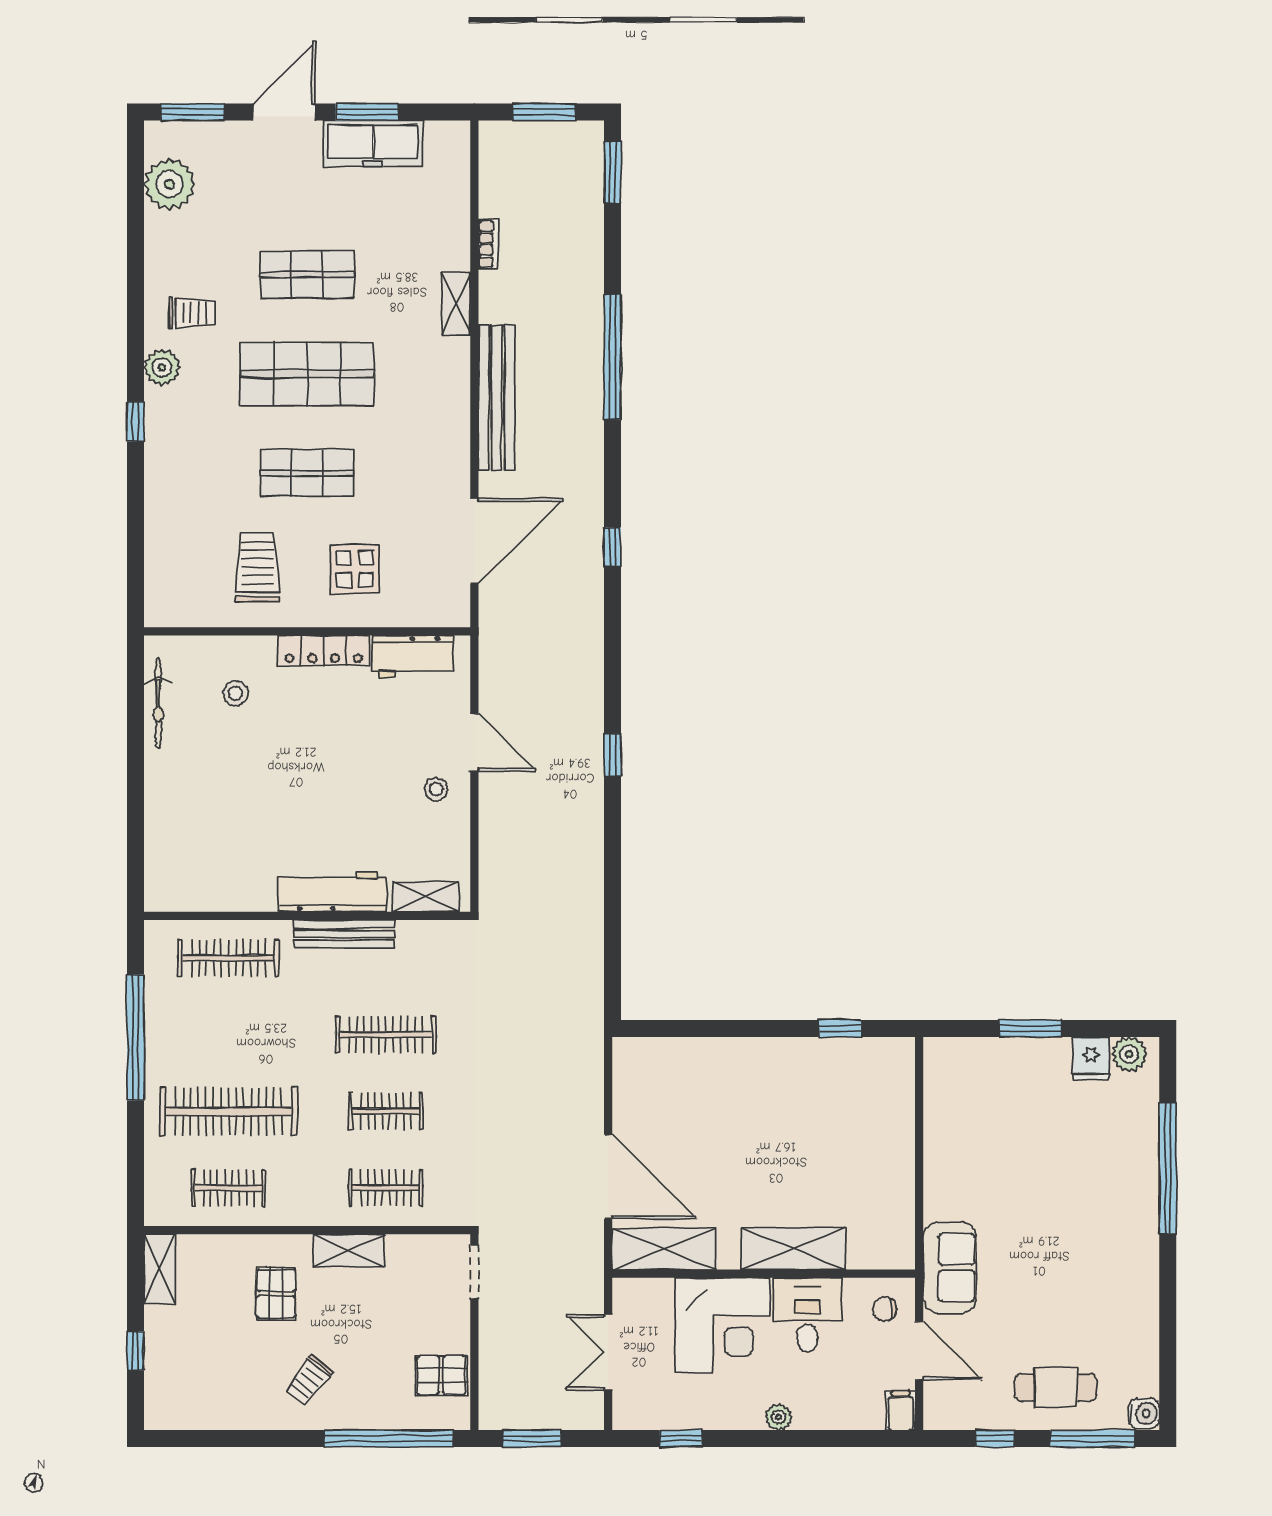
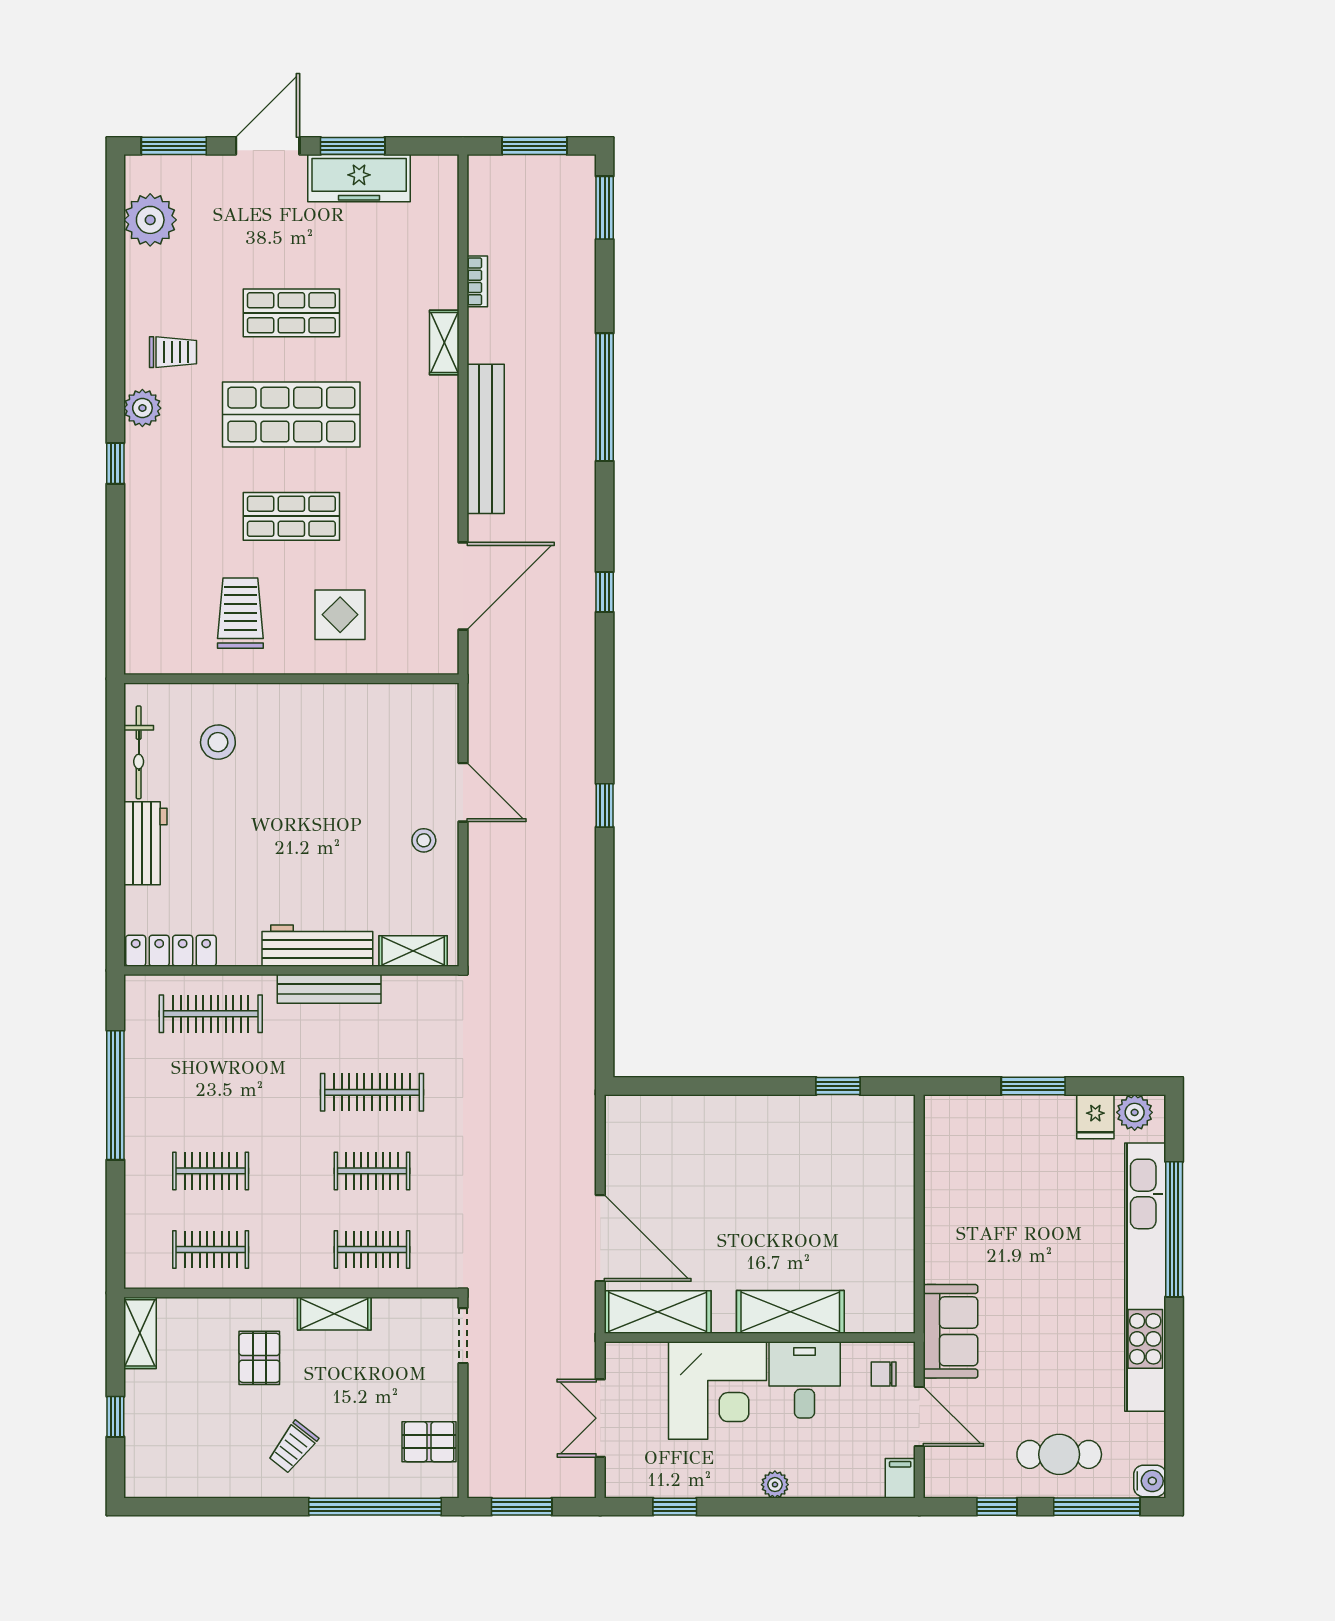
locker: (324, 651) -> (171, 951), moved, turned 180
workbench: (413, 656) -> (145, 843), moved, turned -90
stool: (236, 693) -> (218, 742), width x1.37, depth x1.37
clothes rail: (229, 1111) -> (211, 1171), width x0.54, depth x0.76
kitchen unit: (1140, 1215) -> (1145, 1277), added

